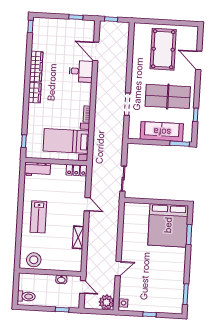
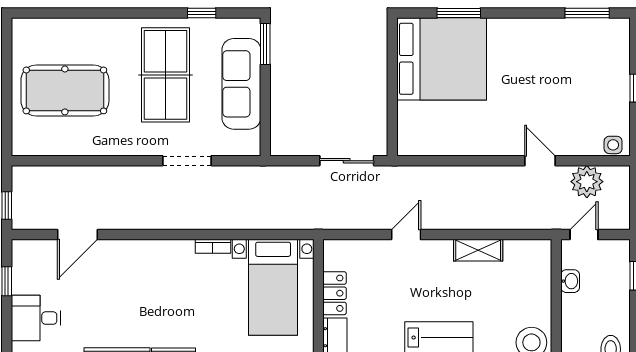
door: (199, 60) -> (85, 13), removed
desk: (81, 71) -> (36, 318), moved, turned -90
locker: (76, 170) -> (335, 293), moved
plant: (106, 302) -> (587, 182), moved

